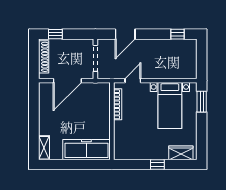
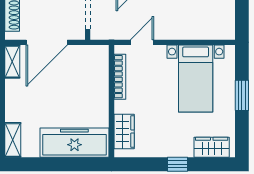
shelving: (44, 94) -> (12, 62), added
window: (202, 102) -> (242, 95), moved
wardrobe: (121, 142) -> (124, 131), added

